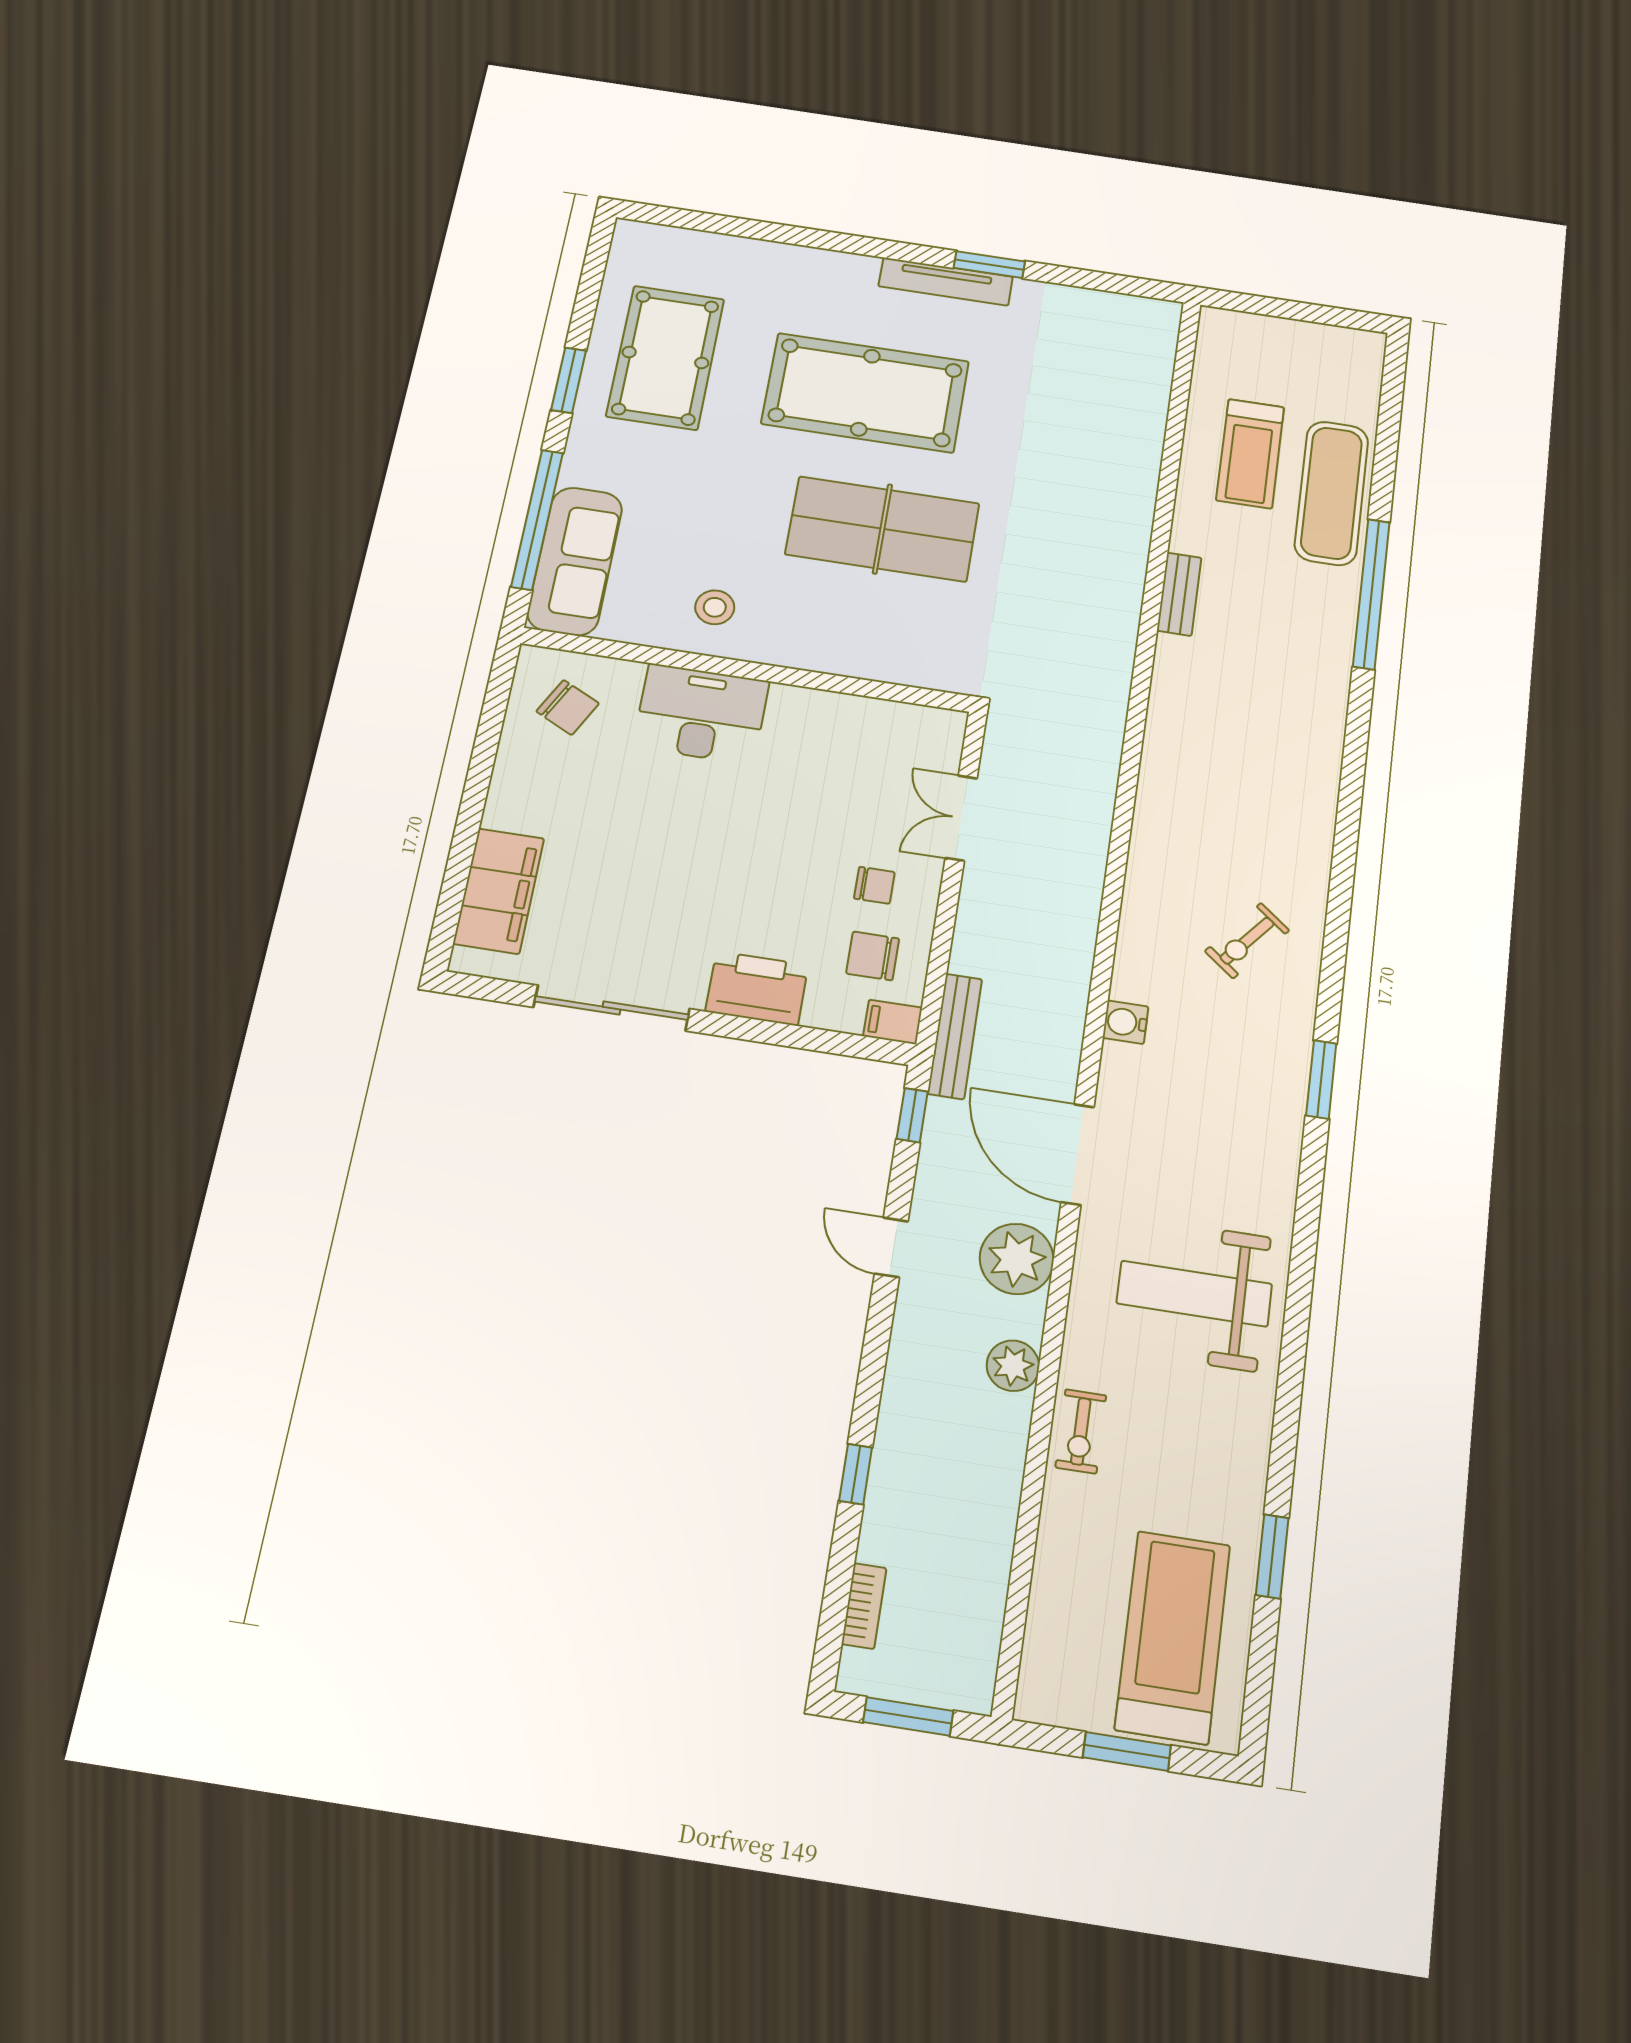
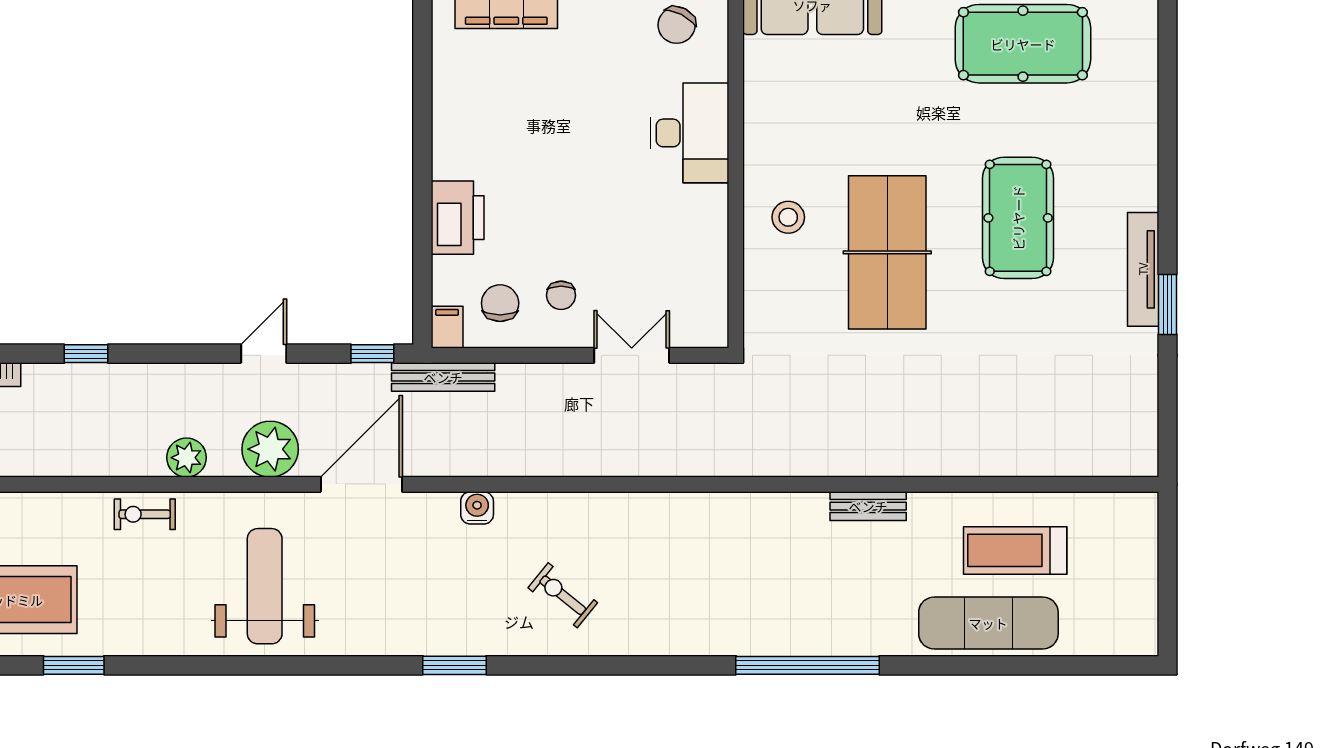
pool table: (865, 393) -> (1018, 218), width x0.73, depth x0.76
window: (1371, 594) -> (808, 665), moved
stool: (715, 607) -> (788, 217), moved
sliding door: (612, 1008) -> (422, 109), removed

